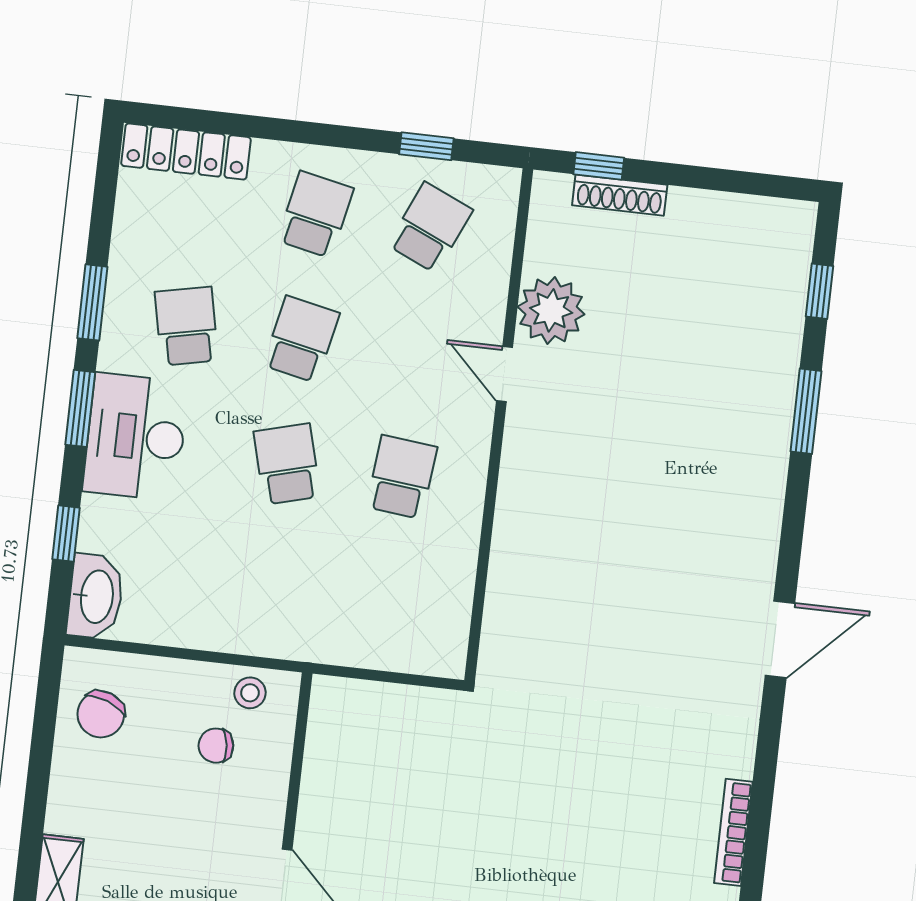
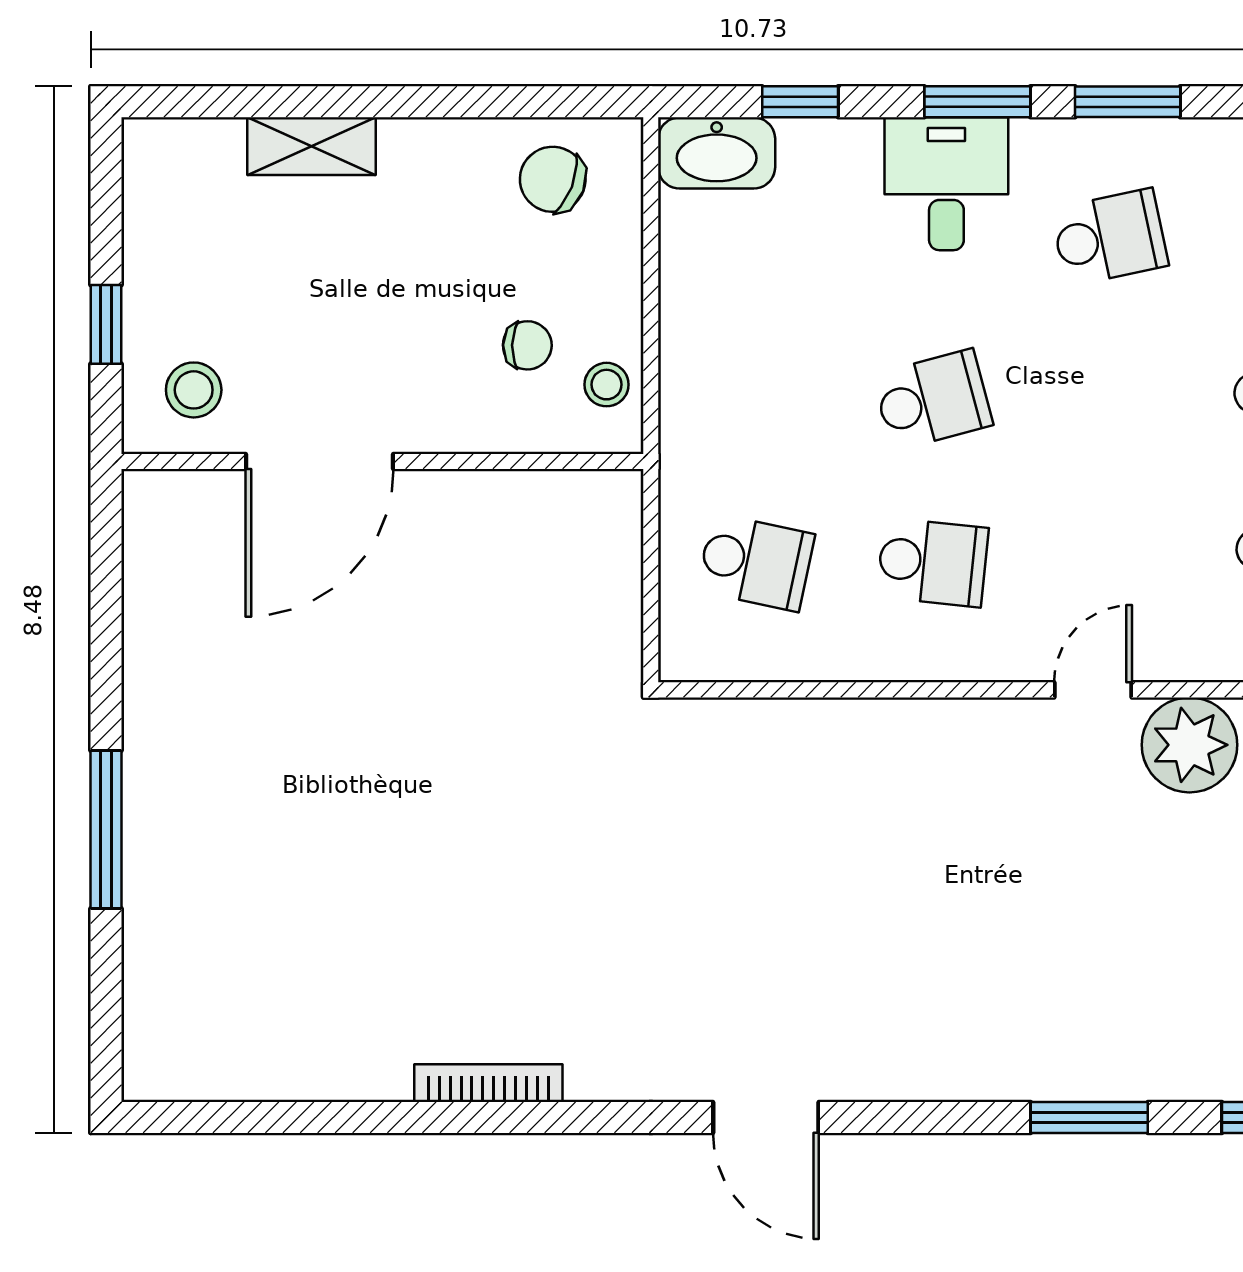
school desk: (301, 339) -> (756, 562), moved
desk: (136, 437) -> (946, 184), width x0.73
chair: (216, 746) -> (527, 345), turned 98

